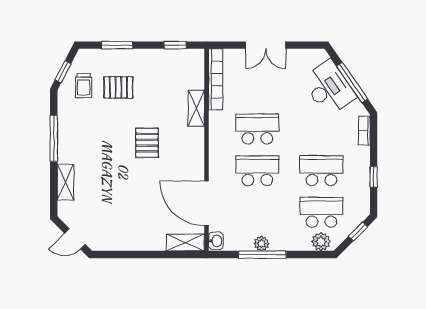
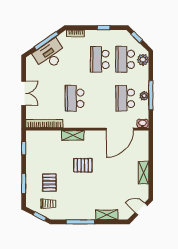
shelving: (196, 108) -> (73, 135), moved
school desk: (257, 171) -> (125, 98), moved
door: (75, 239) -> (141, 209), swing flipped
shelving: (185, 243) -> (144, 173), moved

